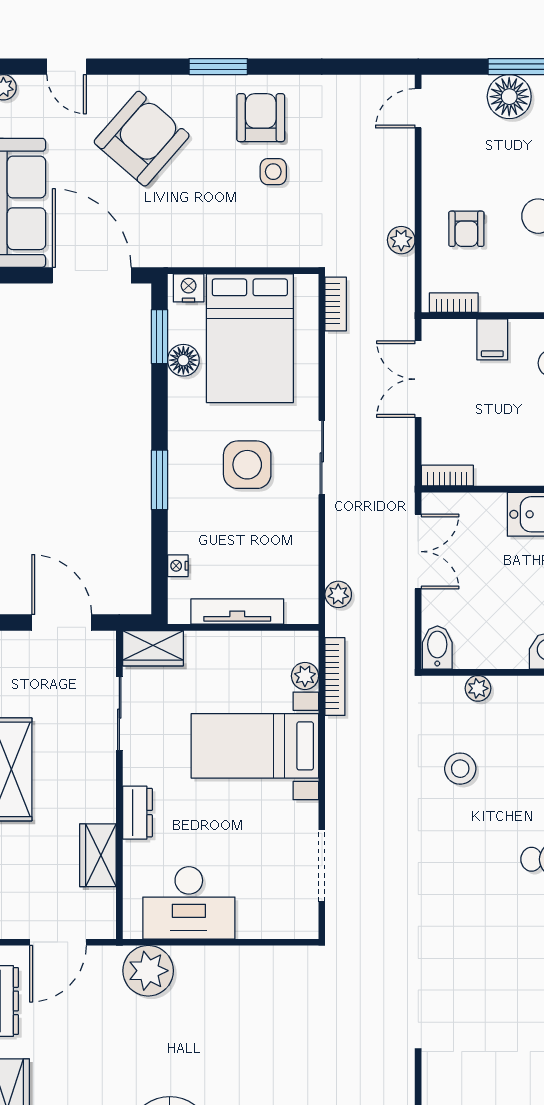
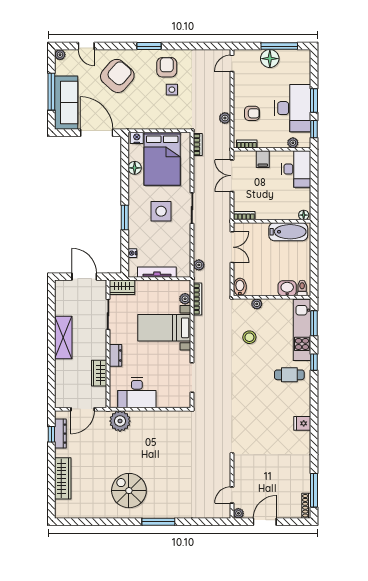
armchair: (466, 229) -> (252, 113), turned -90
window: (159, 337) -> (125, 158), removed

